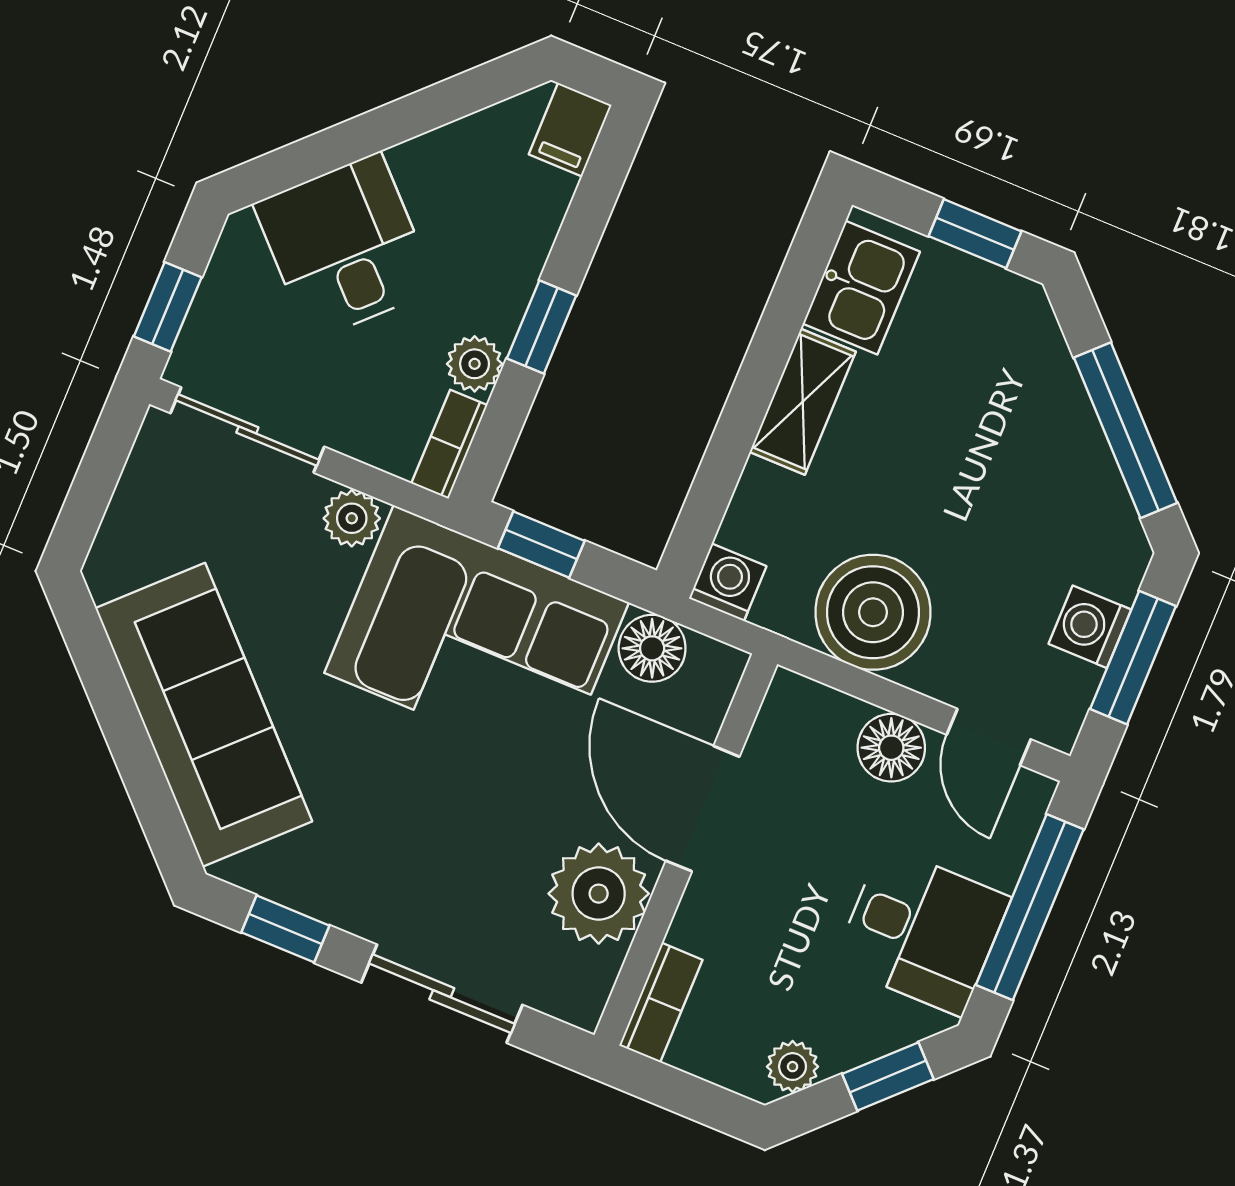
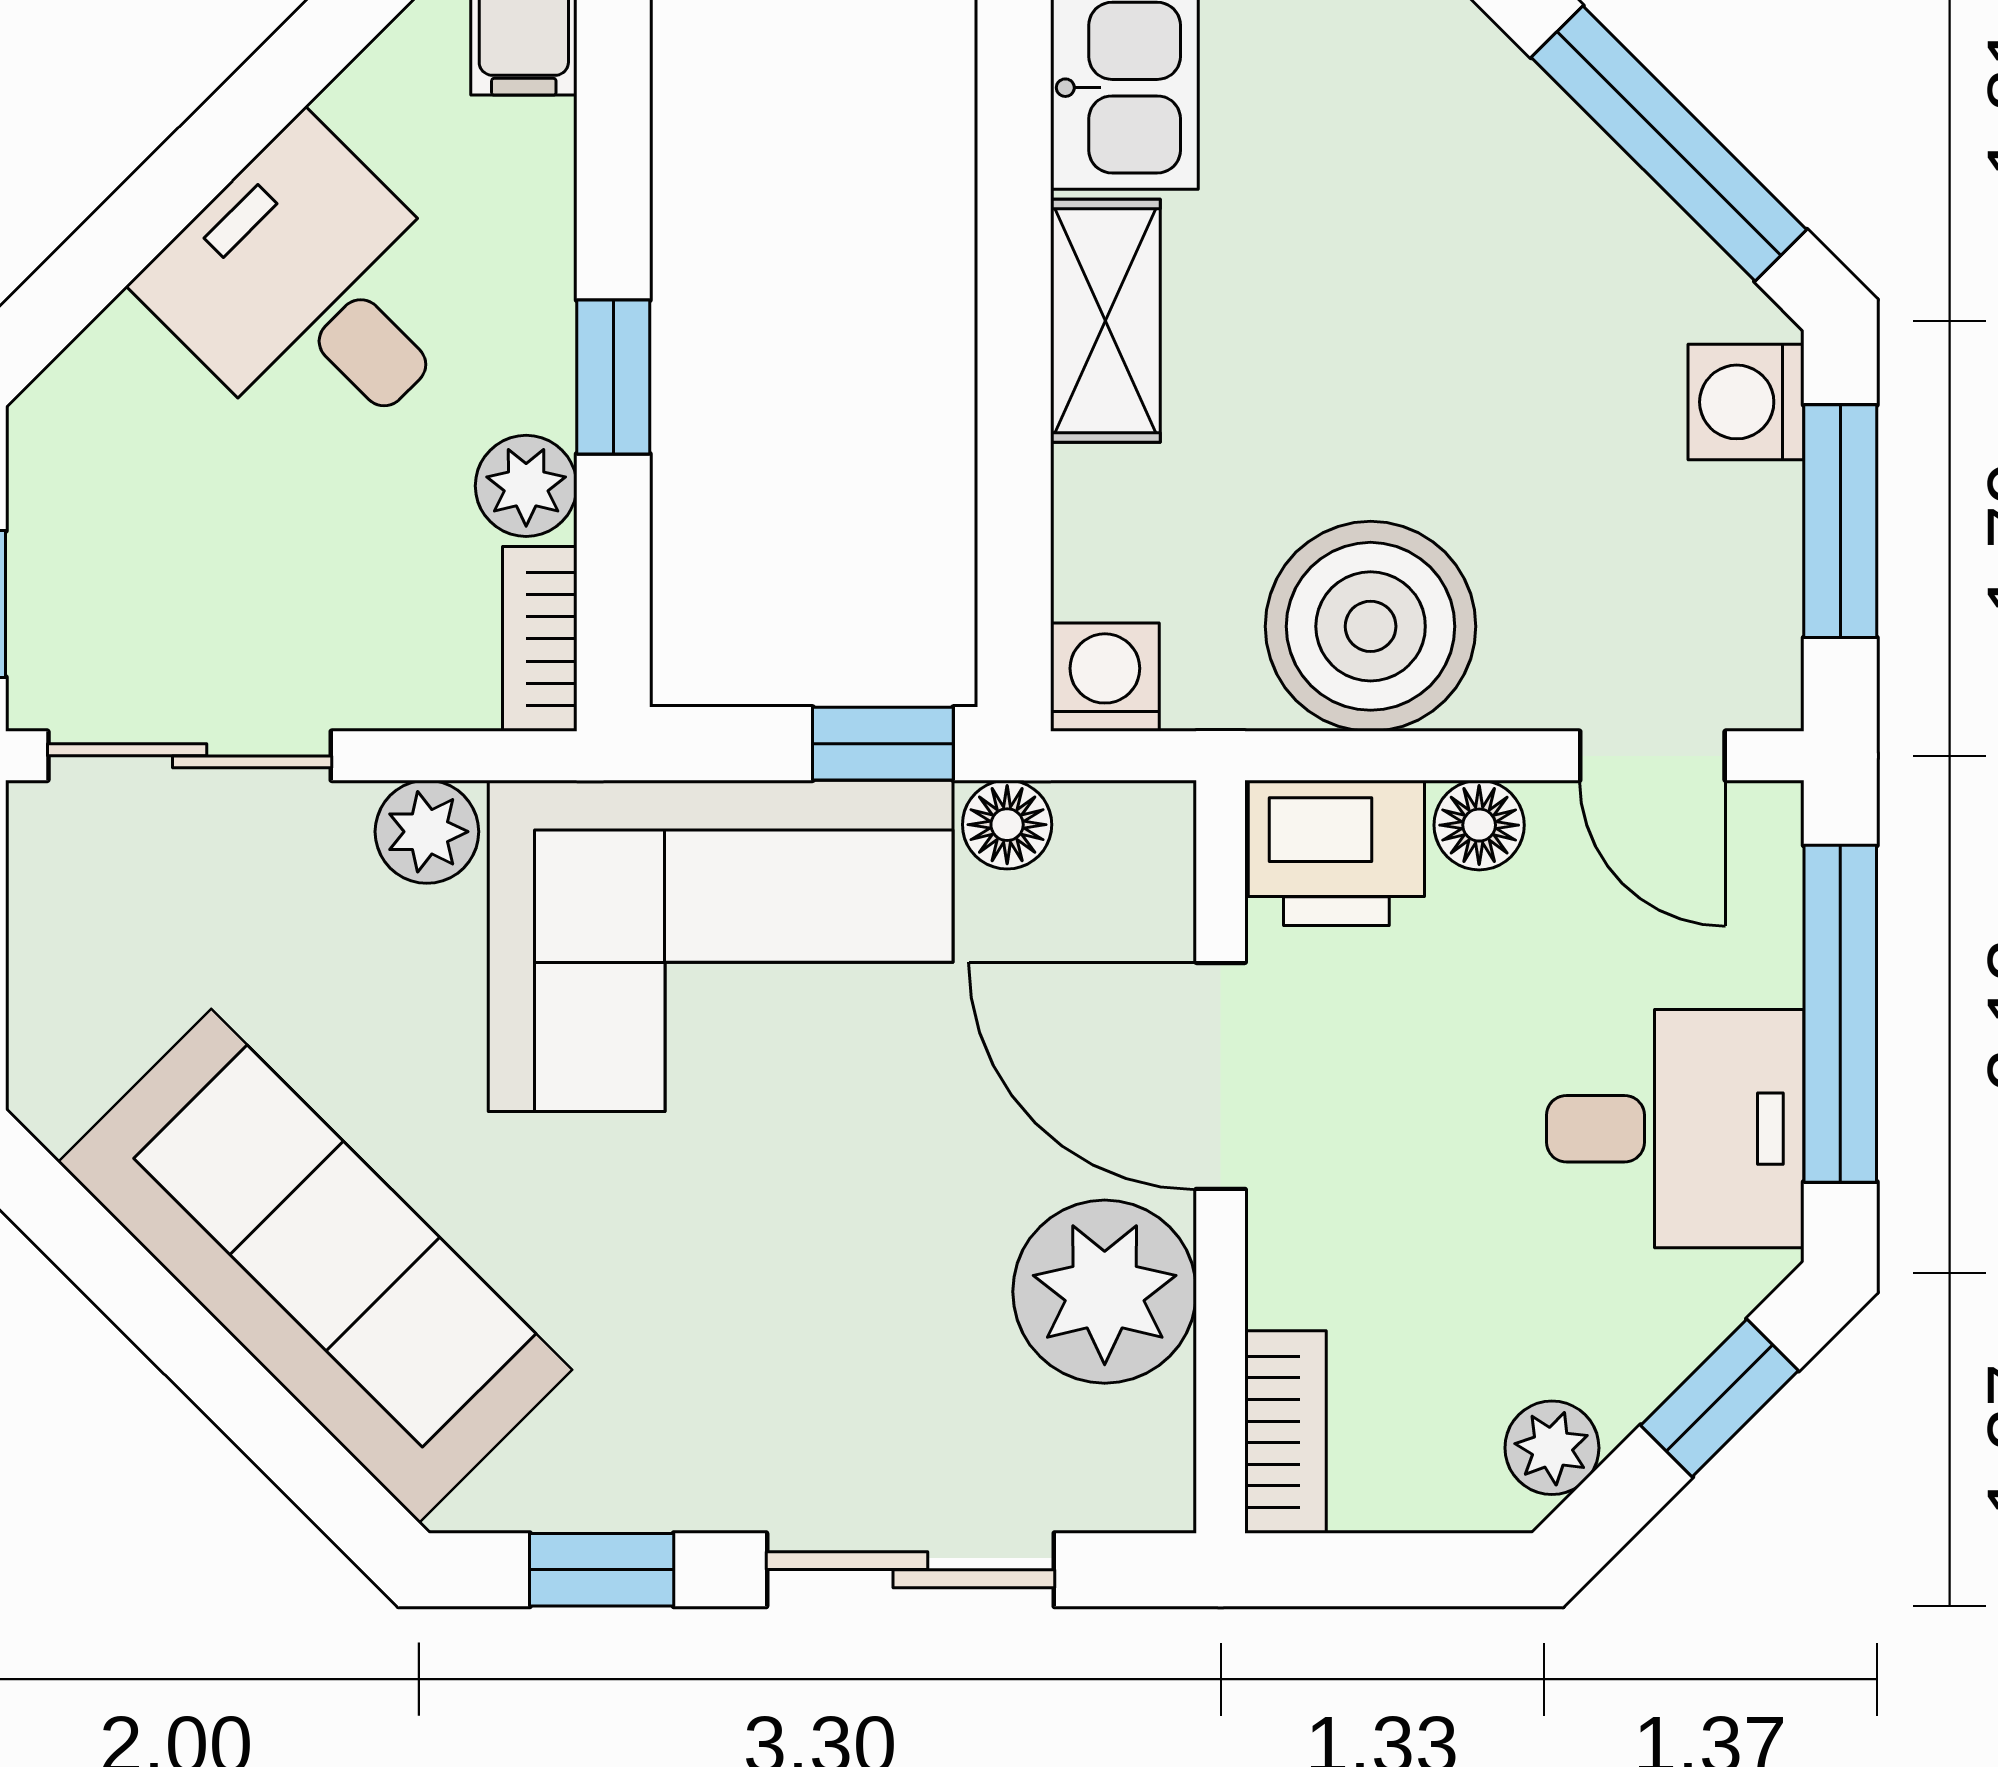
desk: (345, 247) -> (312, 293), moved
window: (541, 544) -> (883, 744), moved
washing machine: (1090, 627) -> (1746, 402), moved
floor lamp: (652, 648) -> (1007, 825), width x0.73, depth x0.73
printer: (808, 720) -> (1336, 853), added
floor lamp: (891, 748) -> (1479, 825), width x0.73, depth x0.73

